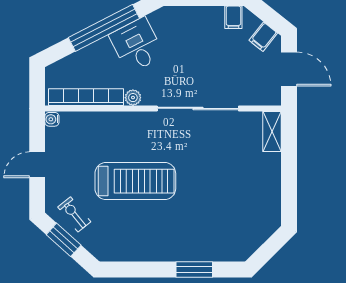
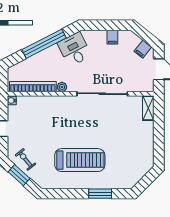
filing cabinet: (233, 17) -> (112, 37), moved
desk: (137, 45) -> (74, 49), moved
treadmill: (135, 181) -> (80, 160), moved

